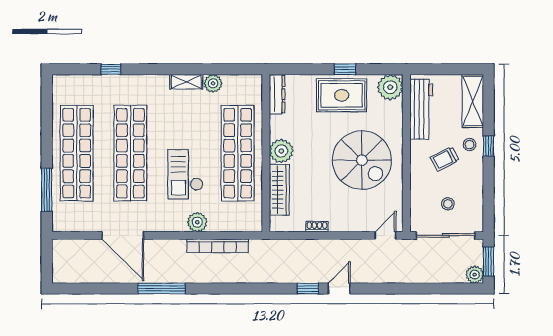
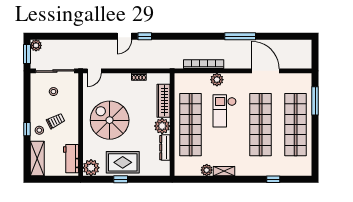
dresser: (277, 94) -> (165, 148), moved
workbench: (421, 109) -> (71, 159), width x0.73
checkout: (185, 174) -> (225, 111), turned 180

